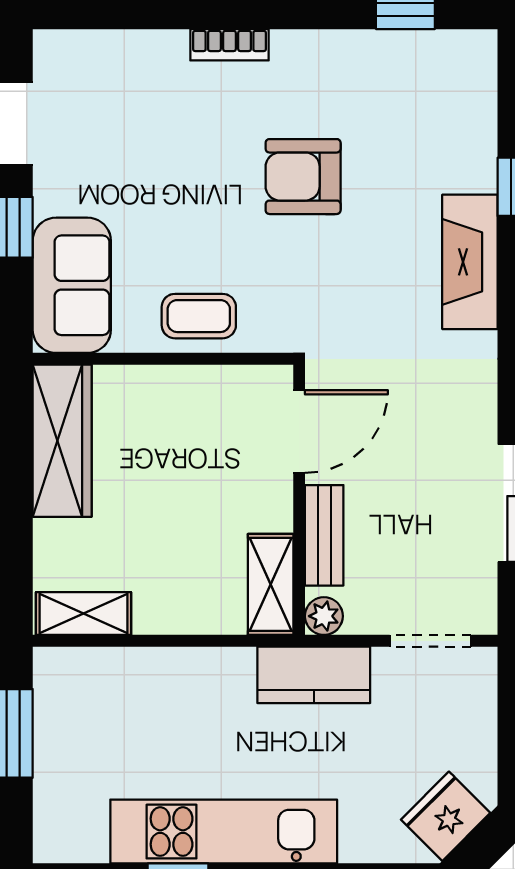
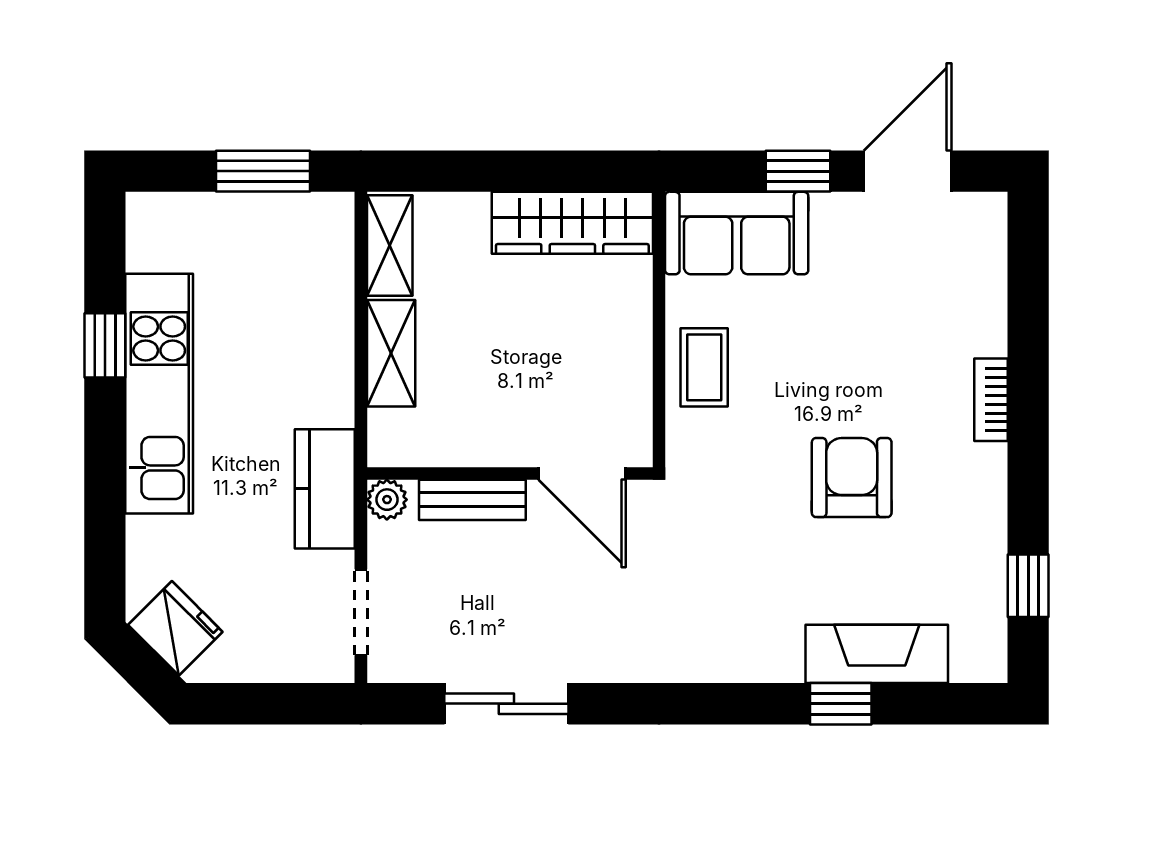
fireplace: (470, 262) -> (877, 654), moved
shelving: (271, 584) -> (391, 353), moved, turned 90

